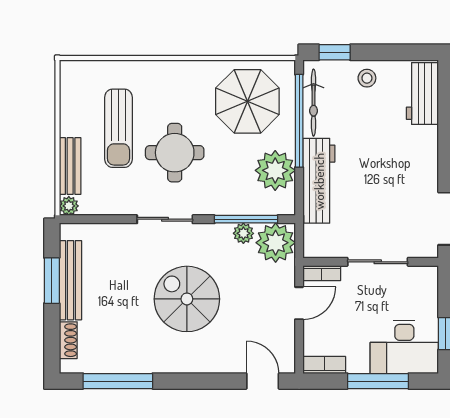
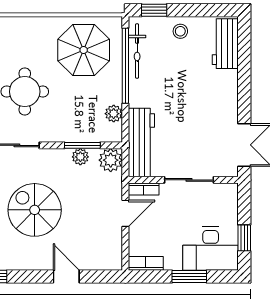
plant: (275, 170) -> (114, 114), width x0.53, depth x0.53
workbench: (319, 181) -> (141, 142), moved
window: (246, 219) -> (82, 145), width x0.69
plant: (276, 243) -> (111, 160), width x0.73, depth x0.73
door: (263, 381) -> (66, 276), moved
window: (378, 381) -> (189, 276), width x0.69

